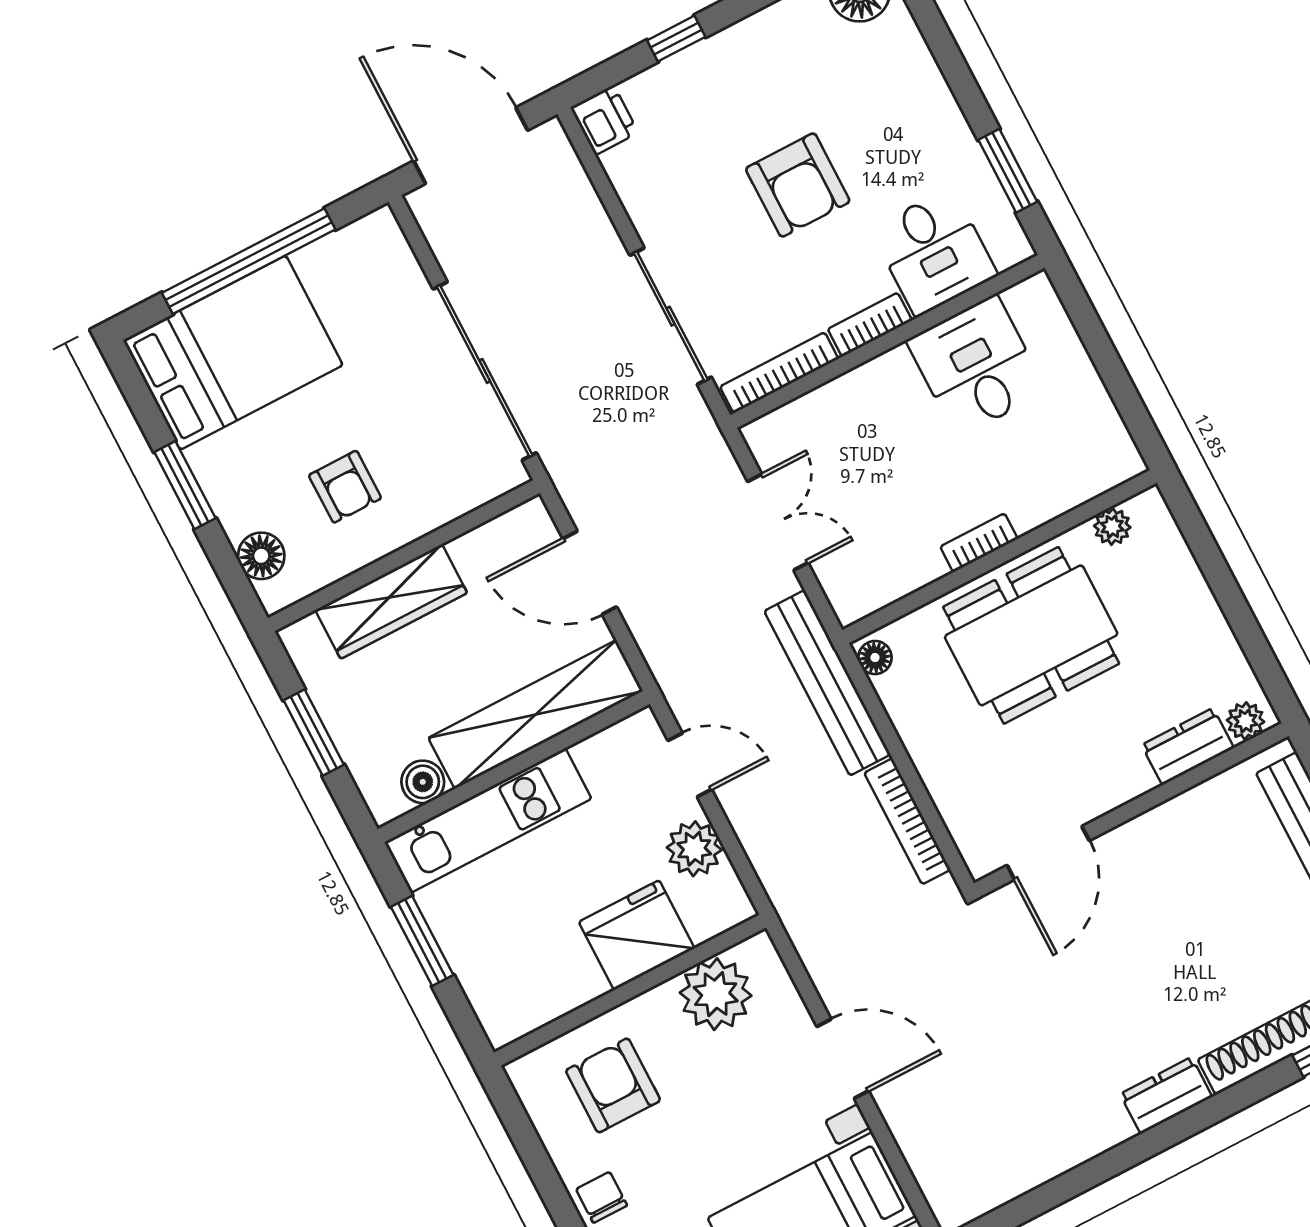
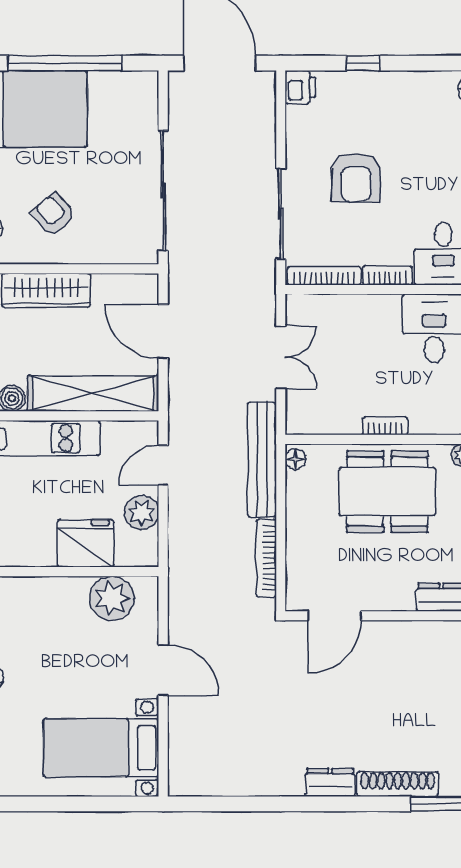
armchair: (798, 185) -> (356, 177), moved
armchair: (345, 487) -> (54, 214), turned 139
door: (690, 765) -> (163, 465), swing flipped
armchair: (613, 1085) -> (30, 619), removed

